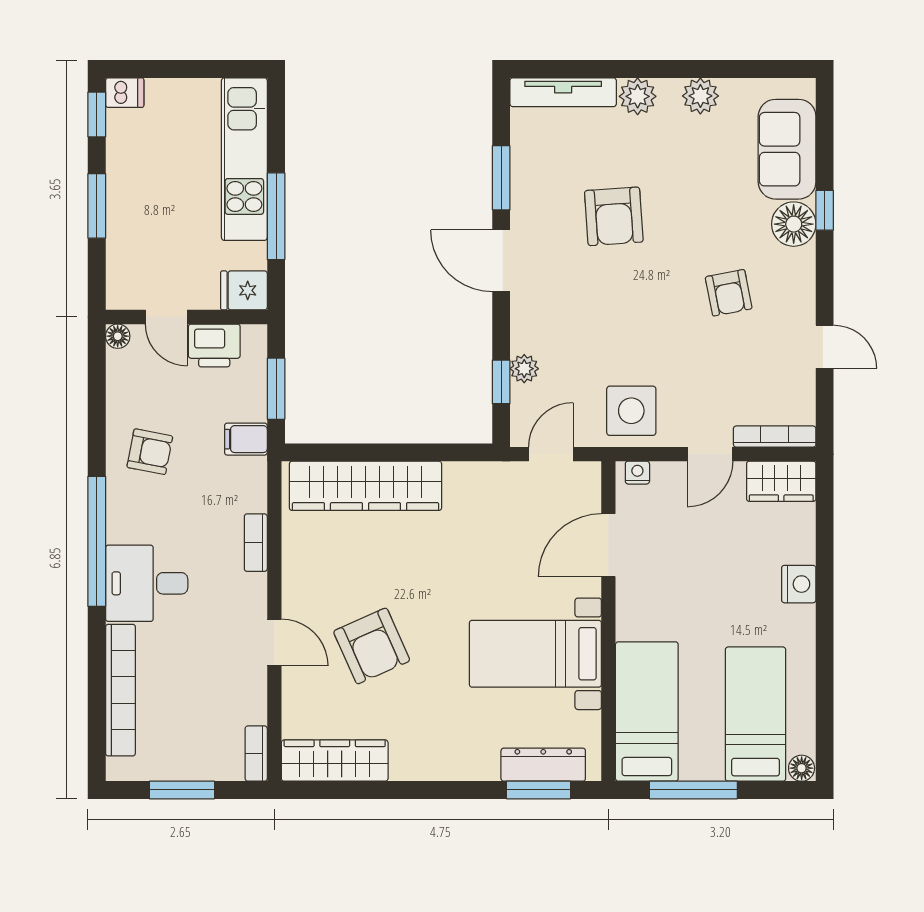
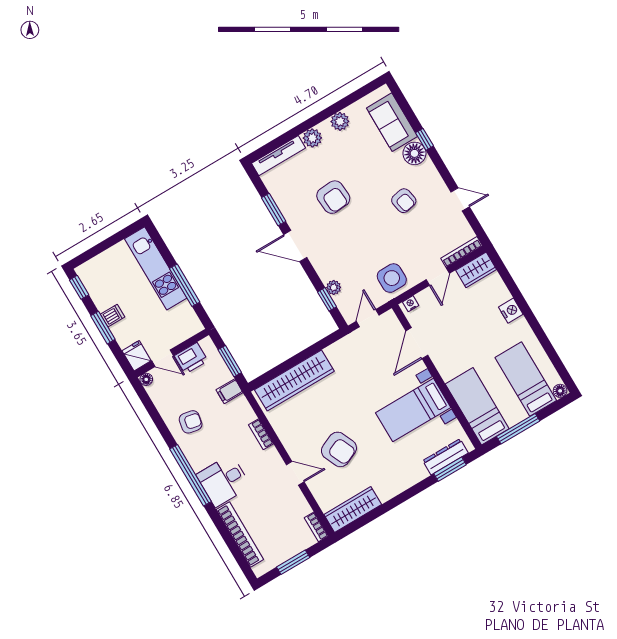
dishwasher: (125, 93) -> (112, 316), moved
fridge: (244, 290) -> (137, 356), moved, turned 90

